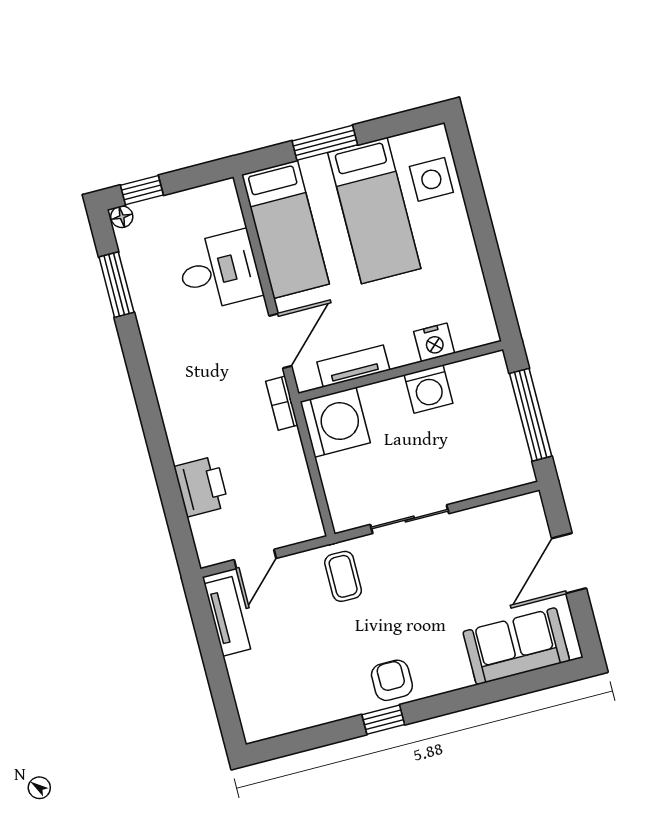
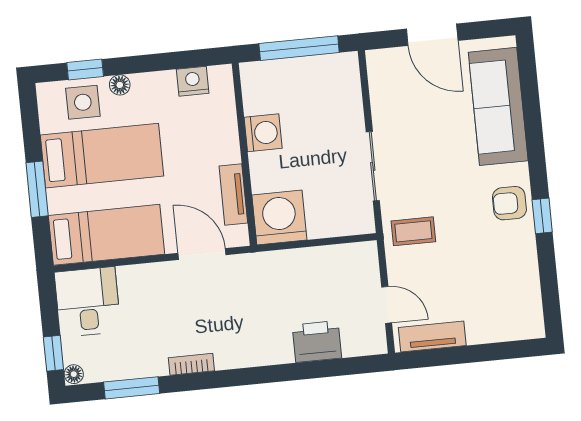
window: (469, 176) -> (85, 69), added
floor lamp: (457, 218) -> (120, 85), added
desk: (219, 271) -> (88, 302), moved
nightstand: (434, 342) -> (193, 81), moved, turned -90
bookcase: (282, 403) -> (191, 364), moved, turned 180
sofa: (516, 646) -> (498, 106), width x1.36

